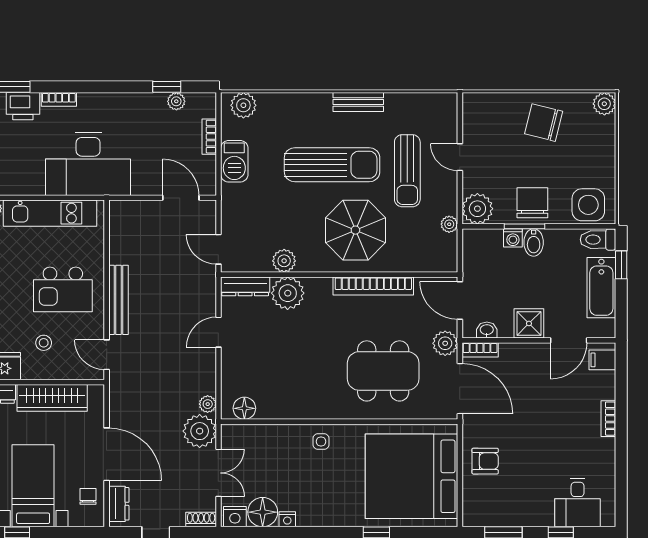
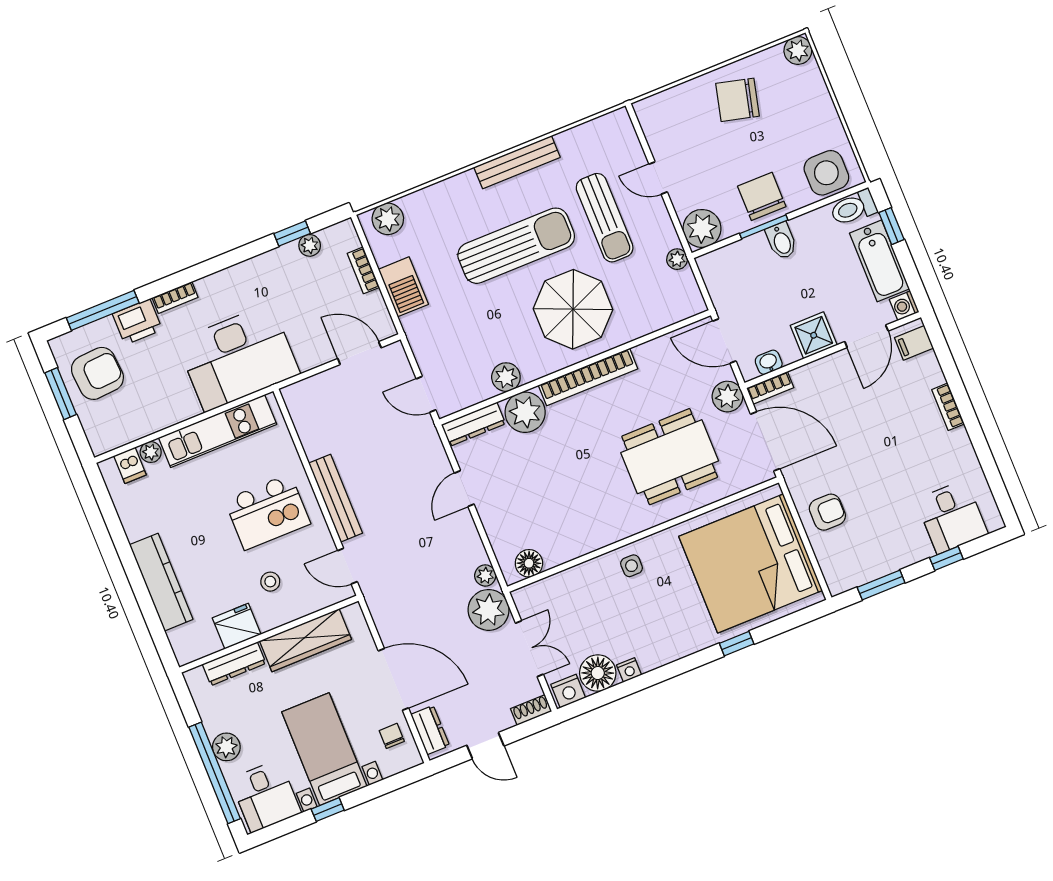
bench: (358, 102) -> (517, 162), width x1.36
washing machine: (513, 238) -> (904, 306), moved, turned 90
bookcase: (373, 286) -> (588, 377), moved

